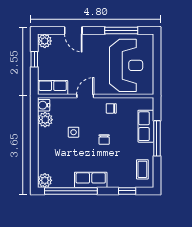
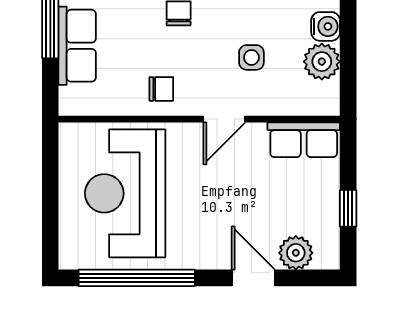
window: (121, 31) -> (137, 278), width x1.46
plant: (45, 41) -> (296, 253), moved
water cooler: (44, 105) -> (326, 26), moved
side table: (74, 132) -> (251, 57), moved

